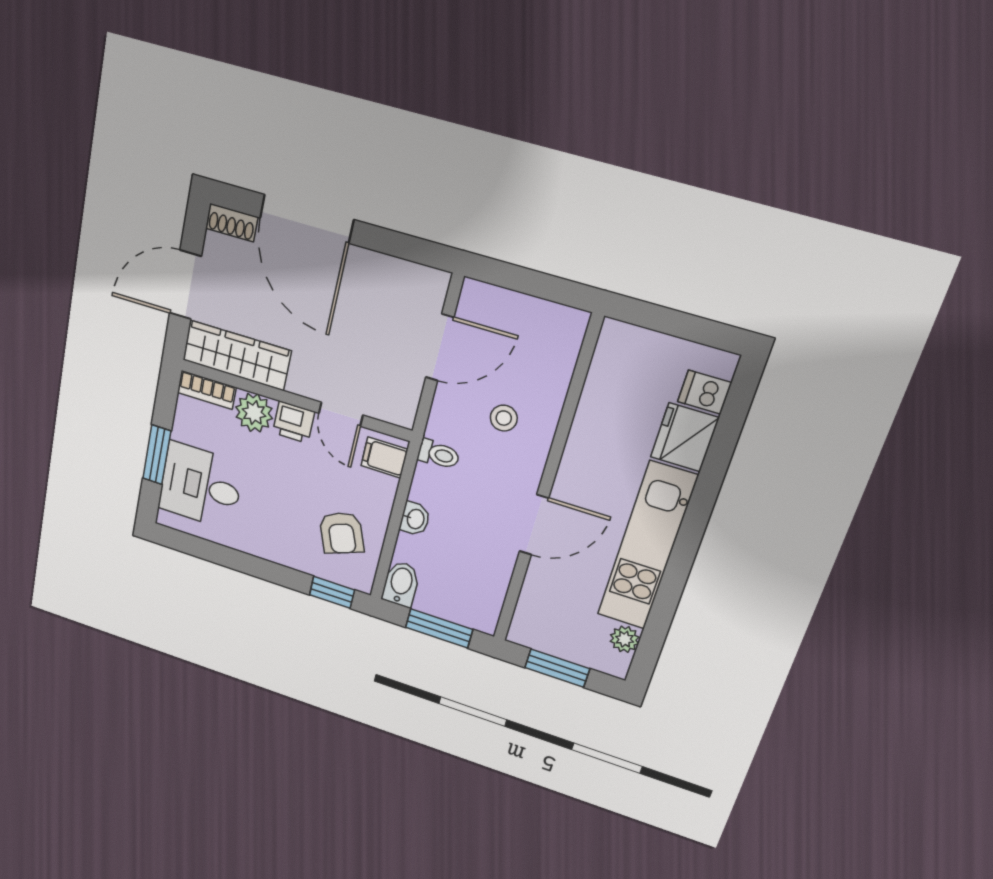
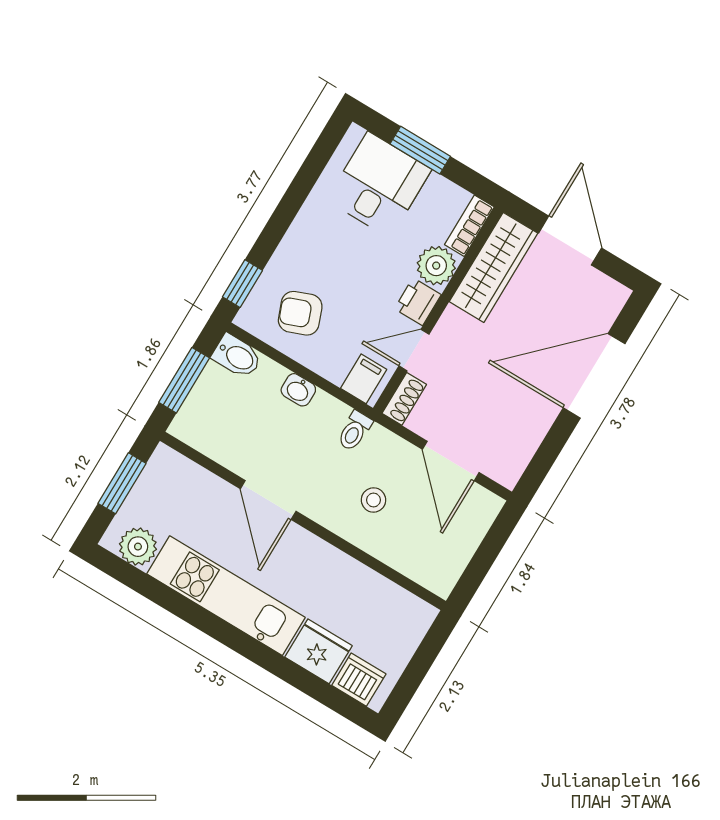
shoe rack: (232, 223) -> (404, 399), moved, turned 180
dishwasher: (705, 392) -> (359, 680), width x1.38
plant: (625, 639) -> (138, 547), width x1.38, depth x1.38

